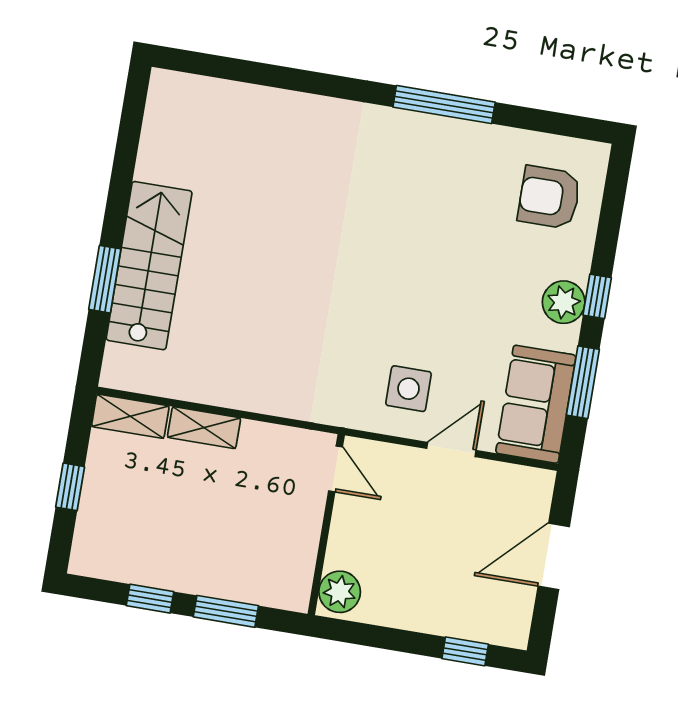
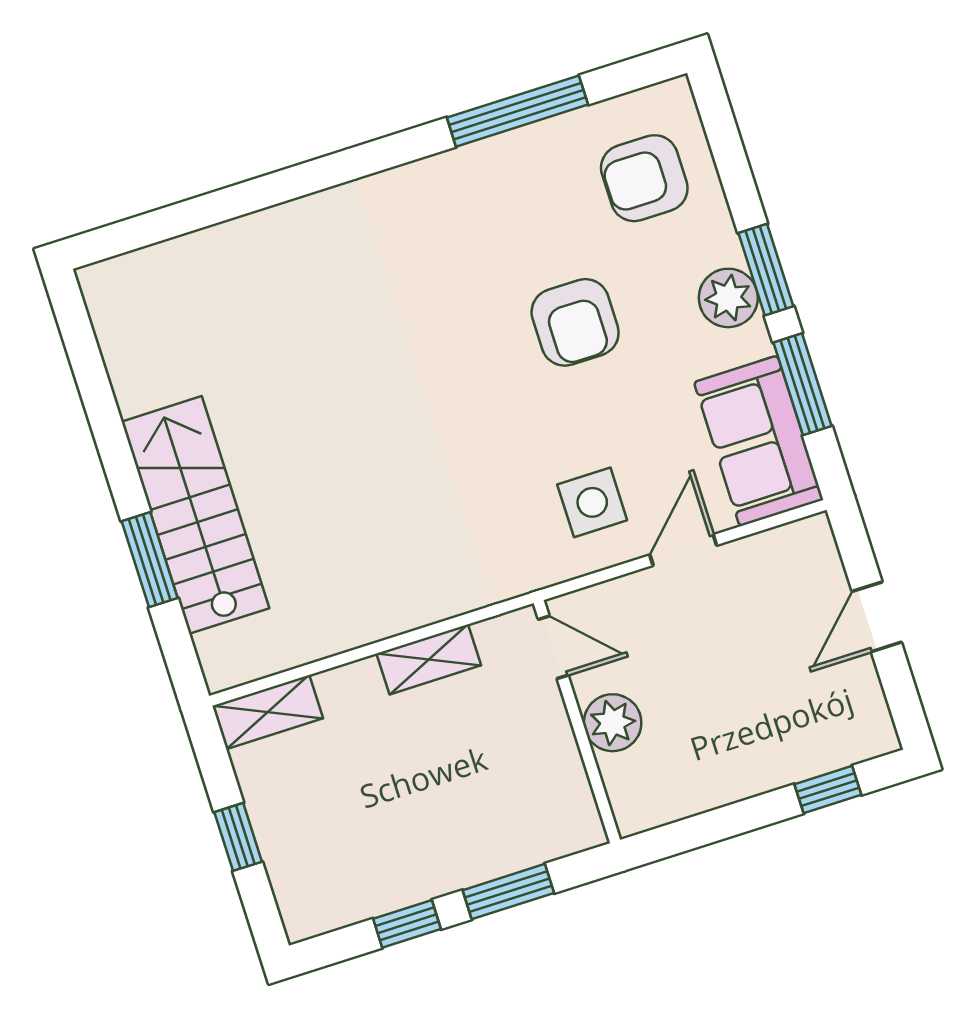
window: (444, 105) -> (517, 111), moved
armchair: (457, 267) -> (575, 322), added
window: (597, 296) -> (766, 270), width x1.50
shelving: (204, 428) -> (429, 659), moved
door: (554, 556) -> (877, 617), width x0.73
plant: (340, 592) -> (613, 723), moved

